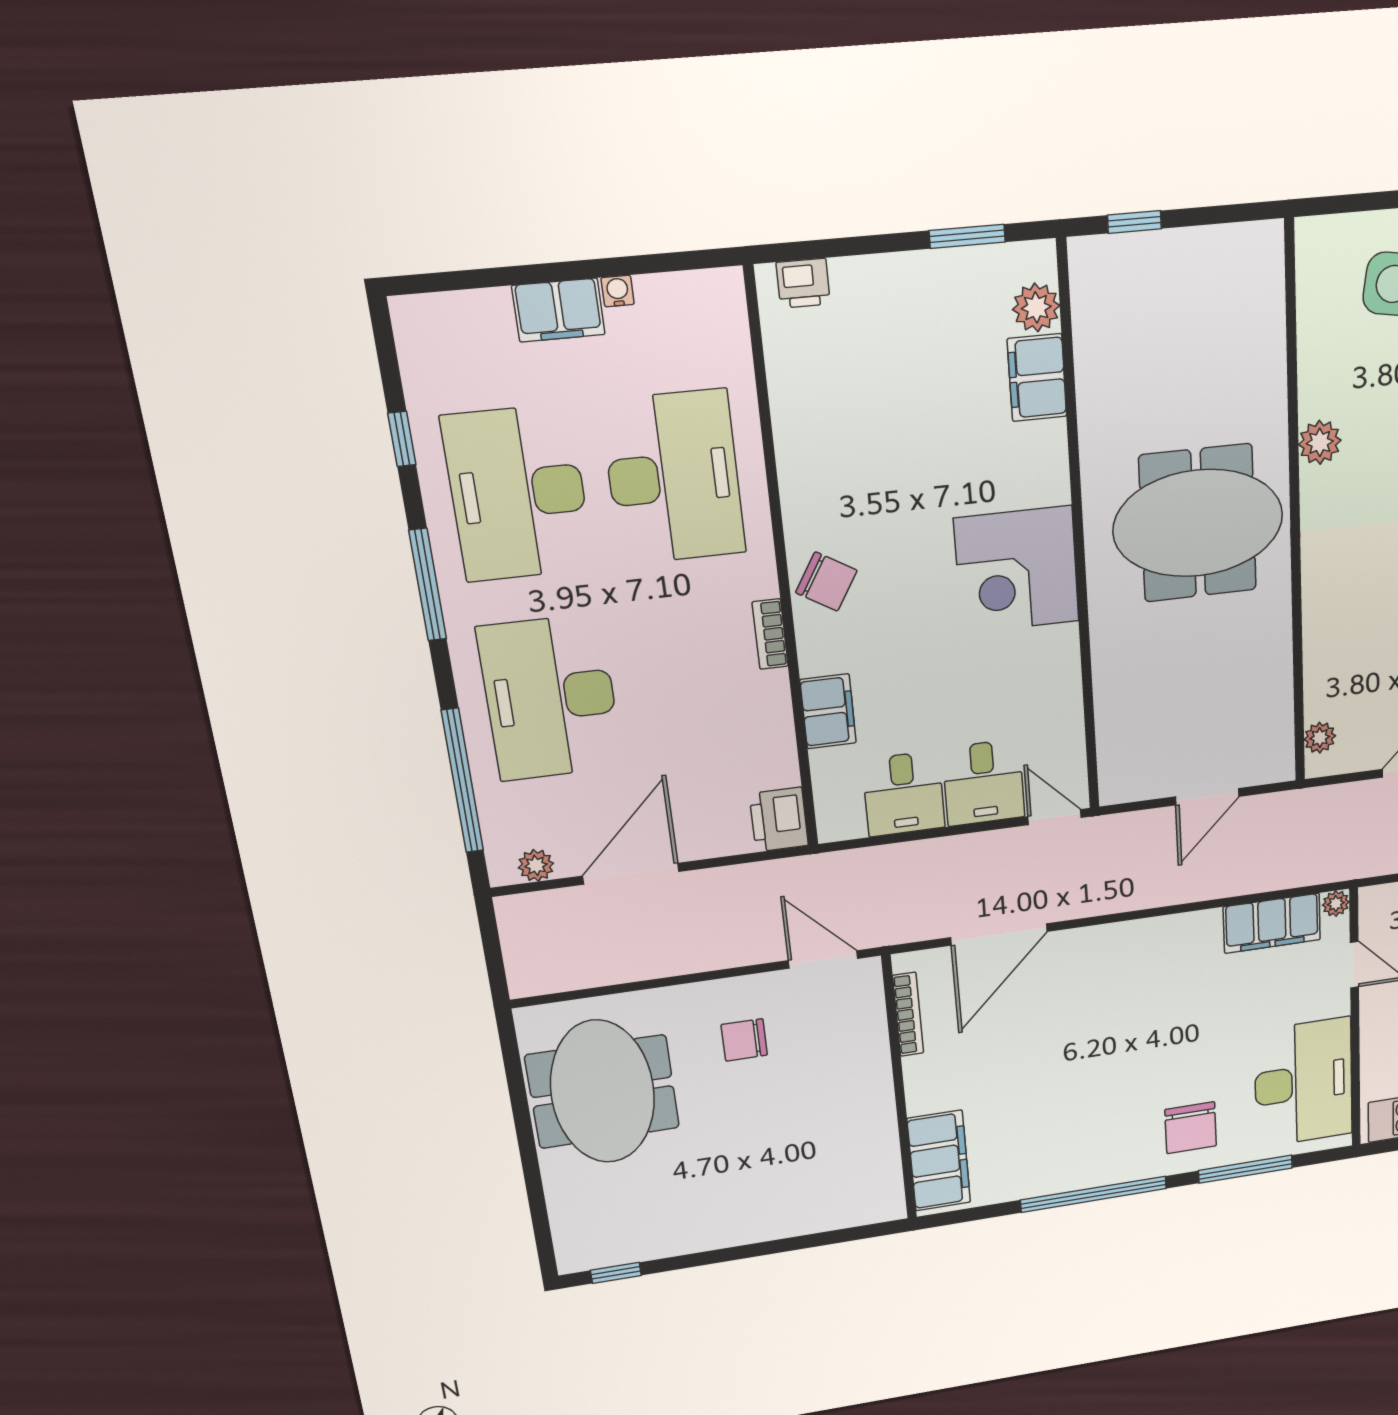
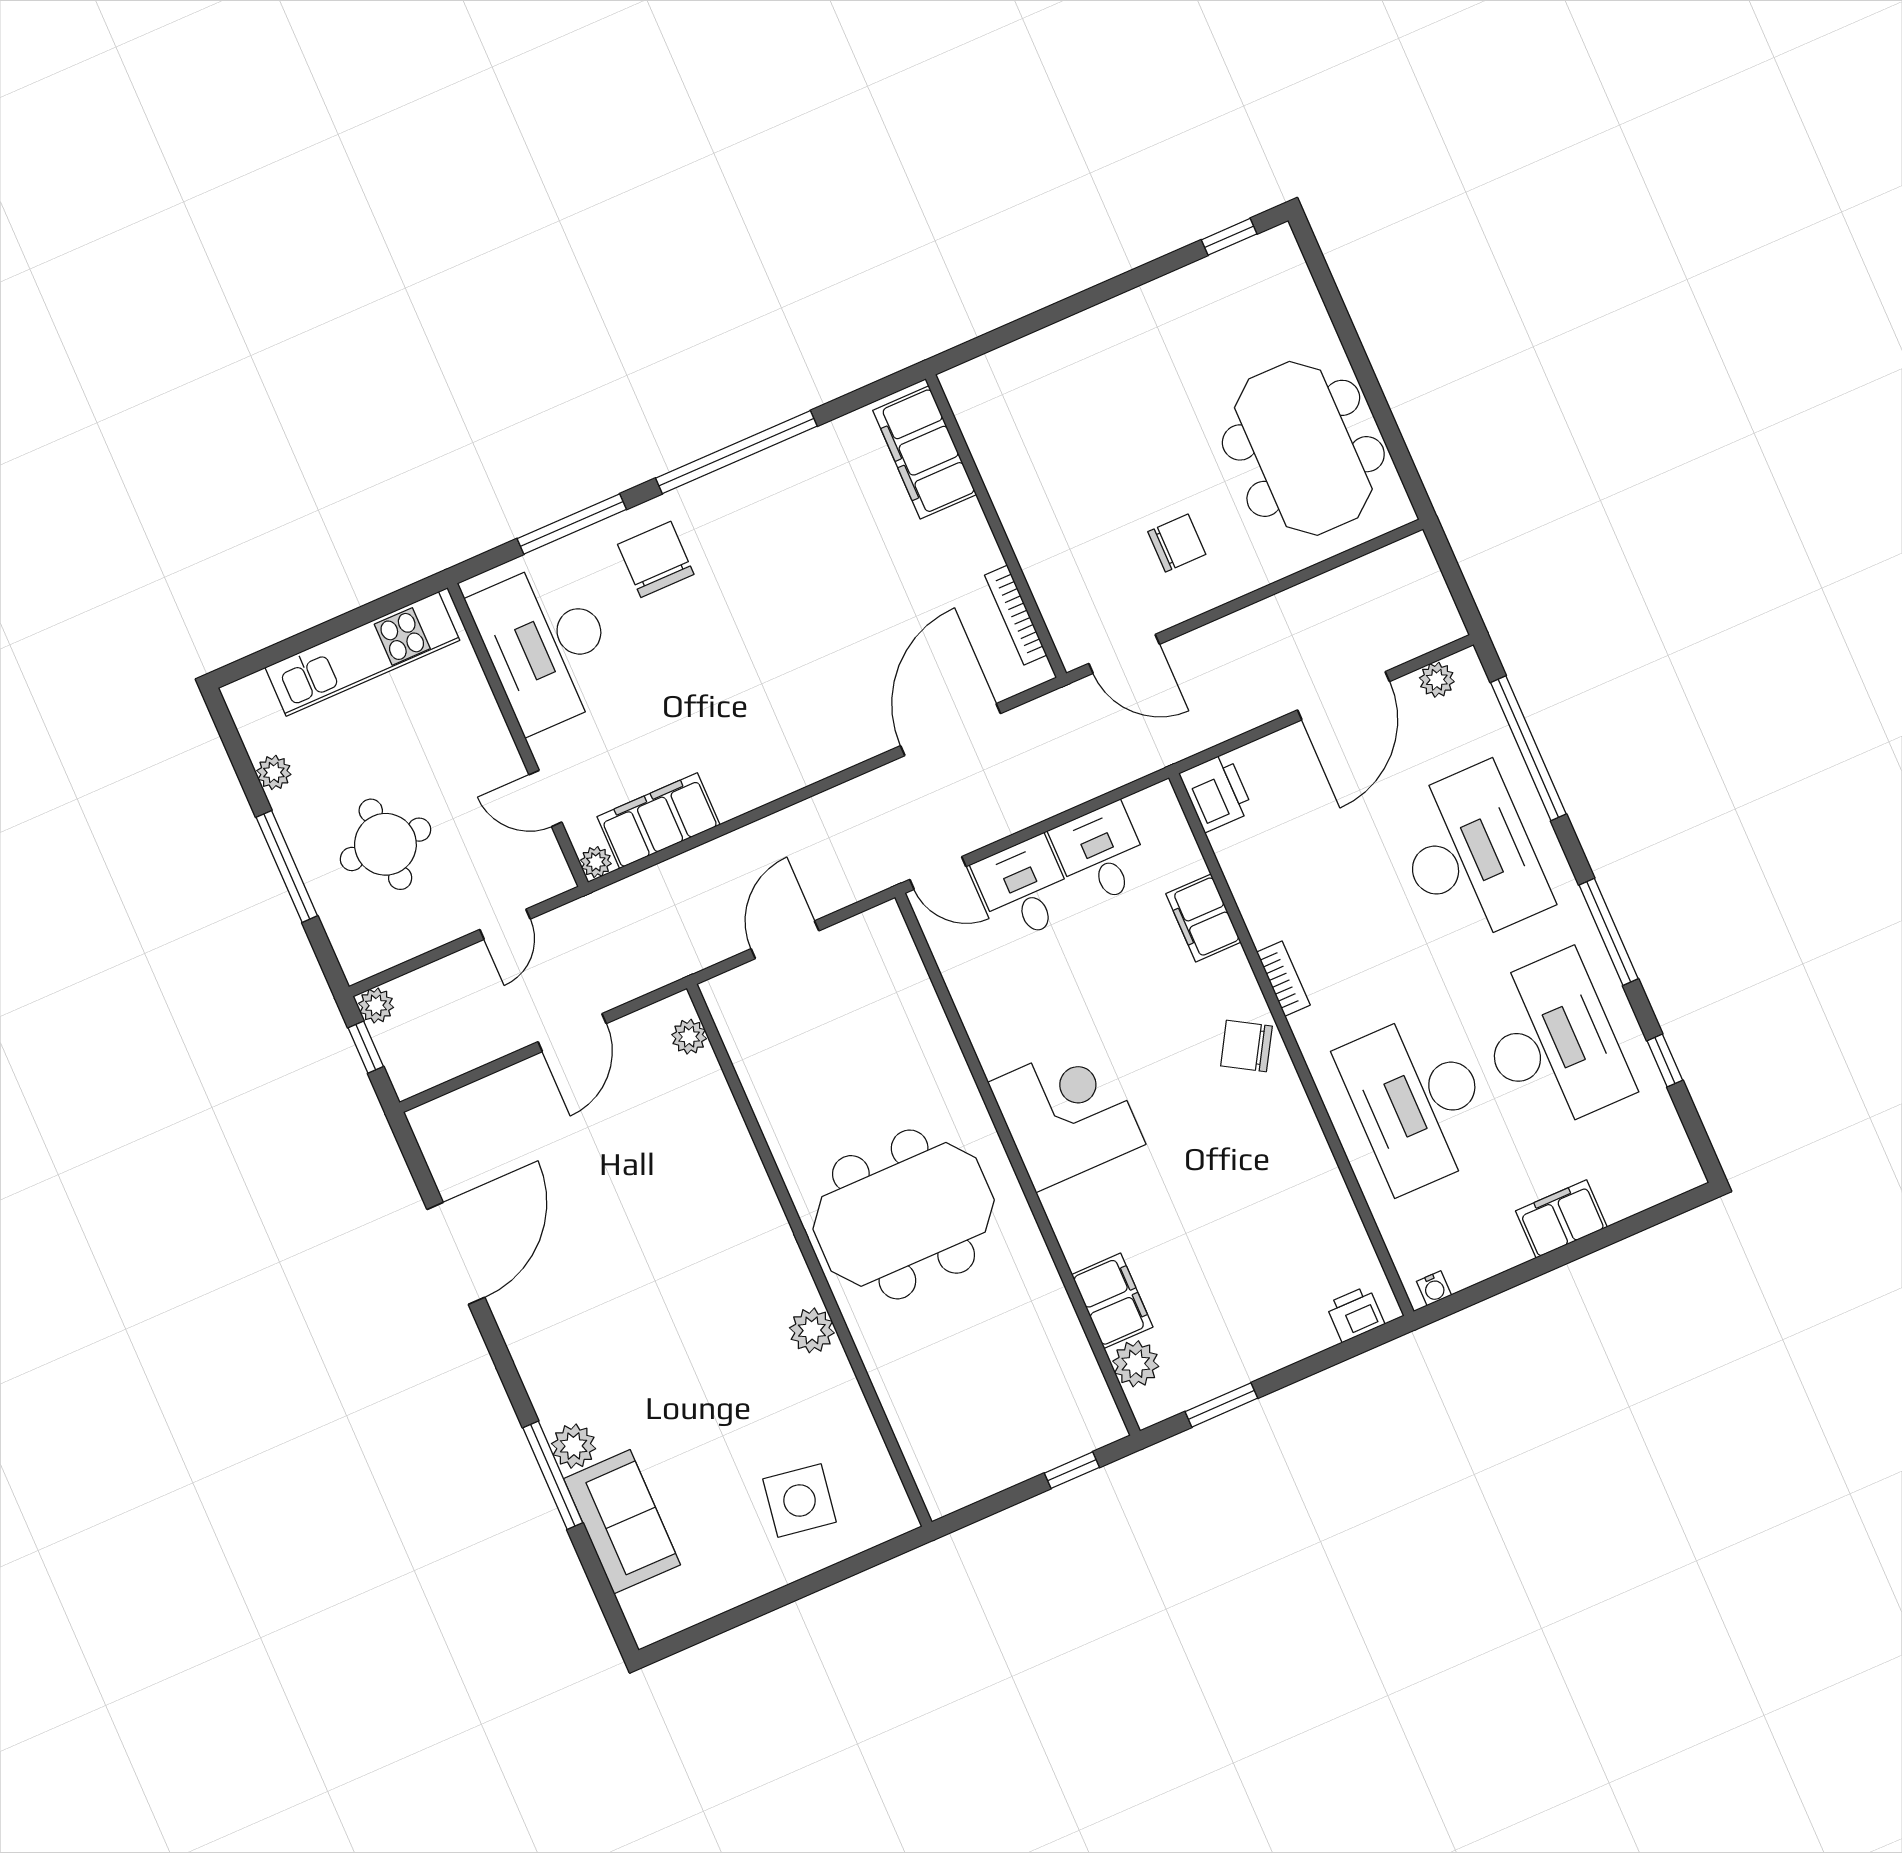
water cooler: (618, 291) -> (1434, 1288), moved

